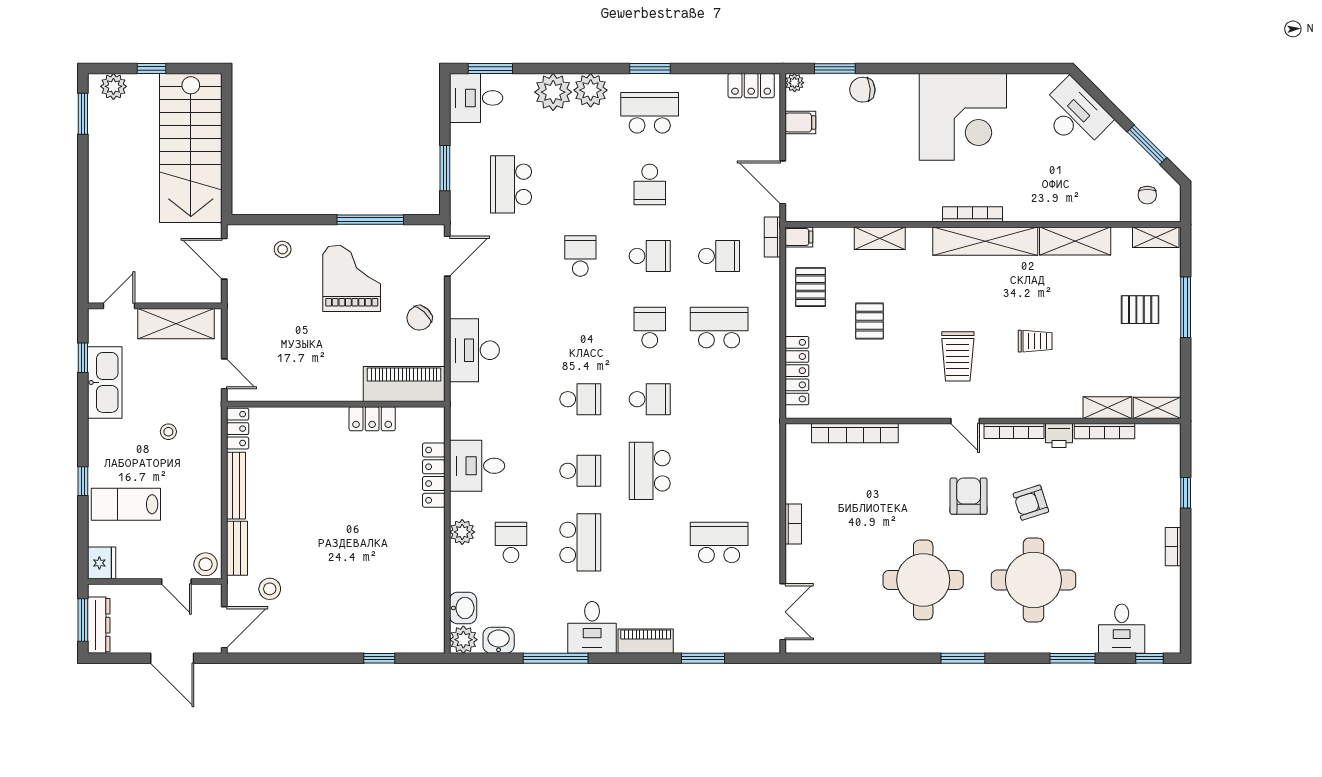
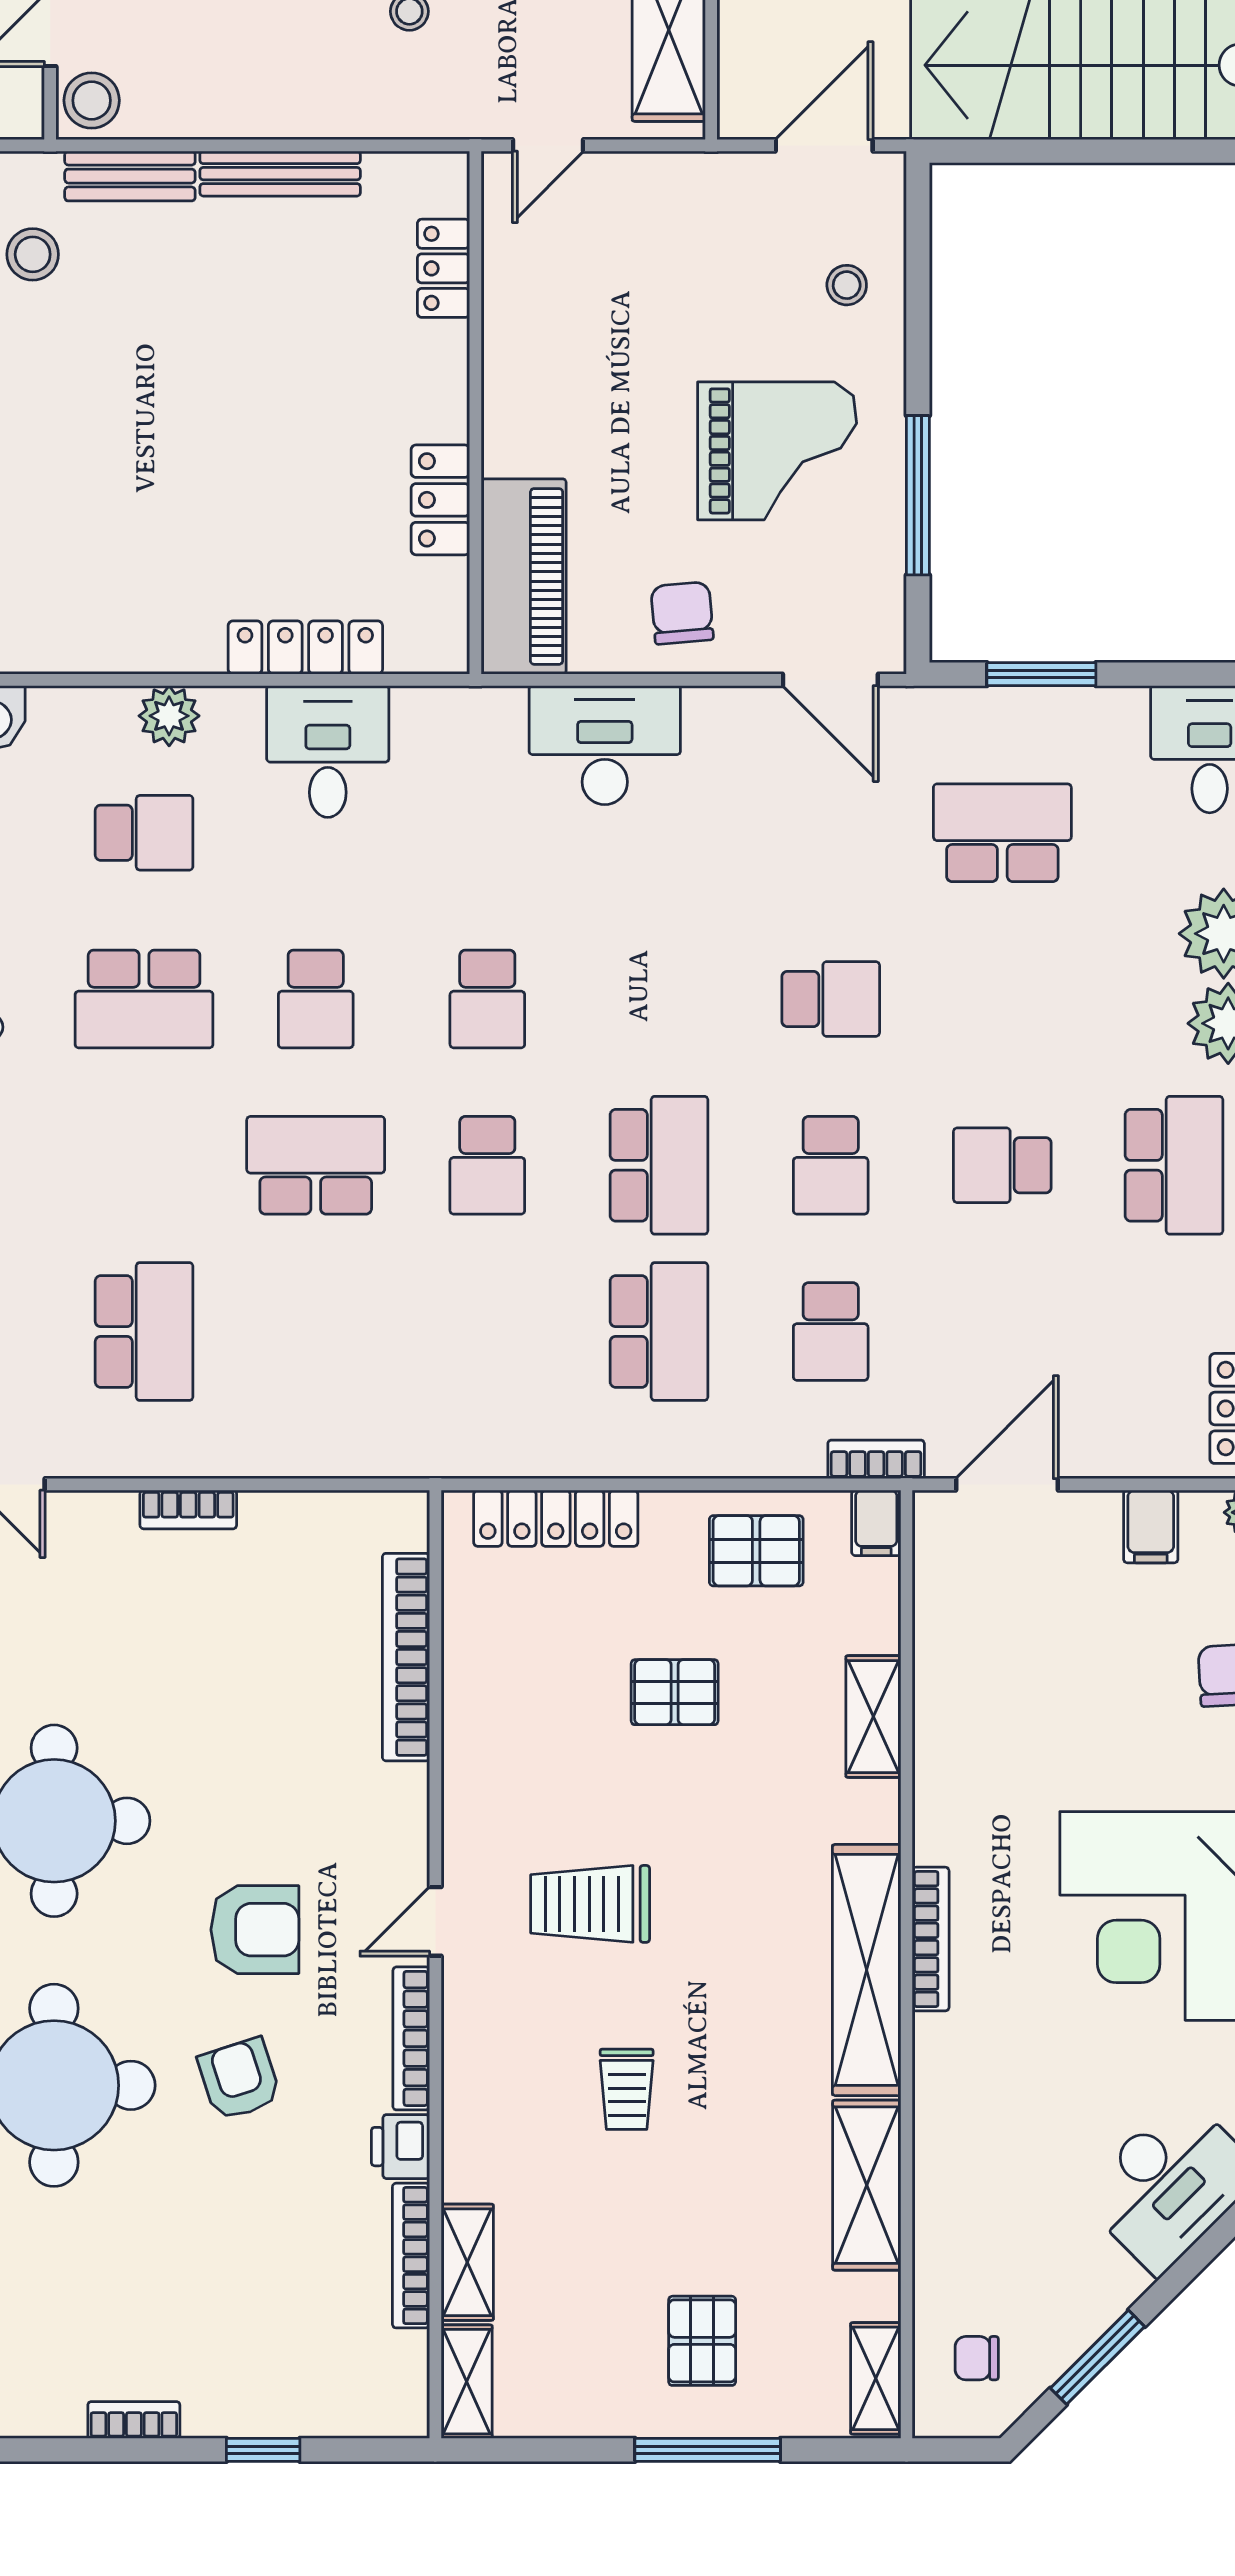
chair: (419, 318) -> (682, 613), turned 42
school desk: (650, 328) -> (659, 1165), width x1.85
locker: (238, 429) -> (444, 268), moved, turned 90

